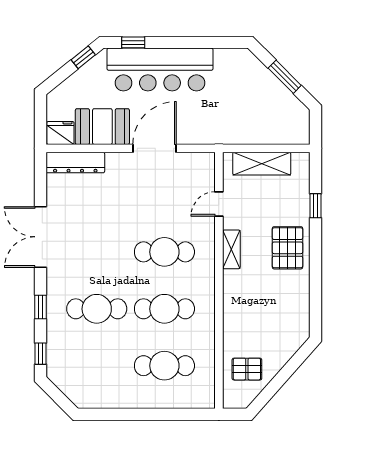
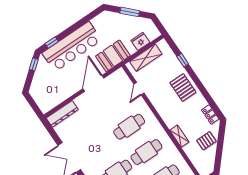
booth: (102, 127) -> (113, 56), moved
fridge: (60, 133) -> (140, 41), moved
shelving: (231, 249) -> (179, 136), moved
locker: (301, 318) -> (210, 114), added
pallet: (247, 369) -> (206, 141), moved

